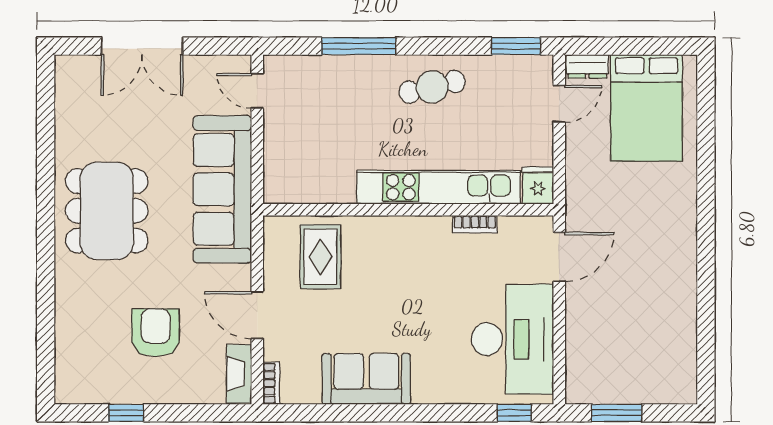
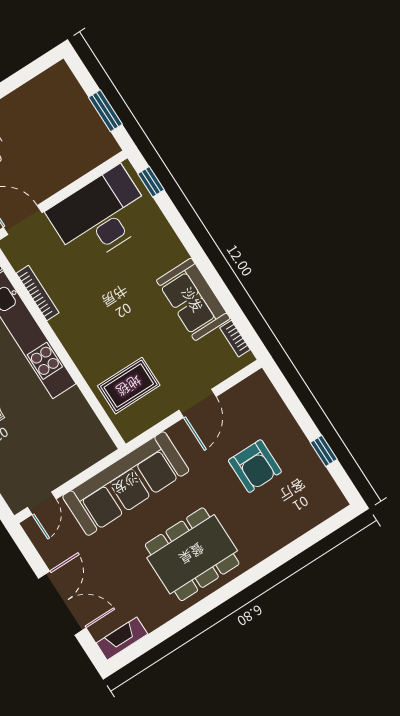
bookcase: (475, 224) -> (38, 293), width x1.56
armchair: (156, 333) -> (255, 466), turned -90
fireplace: (239, 374) -> (122, 639), moved, turned 180
bookcase: (271, 383) -> (235, 339), moved, turned -90

